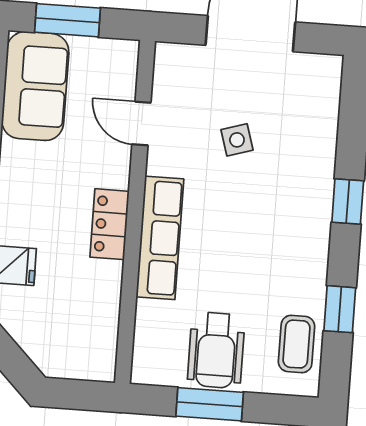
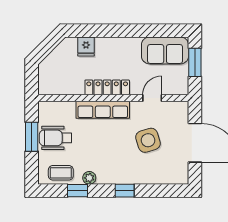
side table: (237, 140) -> (148, 140), width x1.87, depth x1.87
locker: (110, 224) -> (107, 87), width x1.53
plant: (313, 280) -> (89, 178), added

